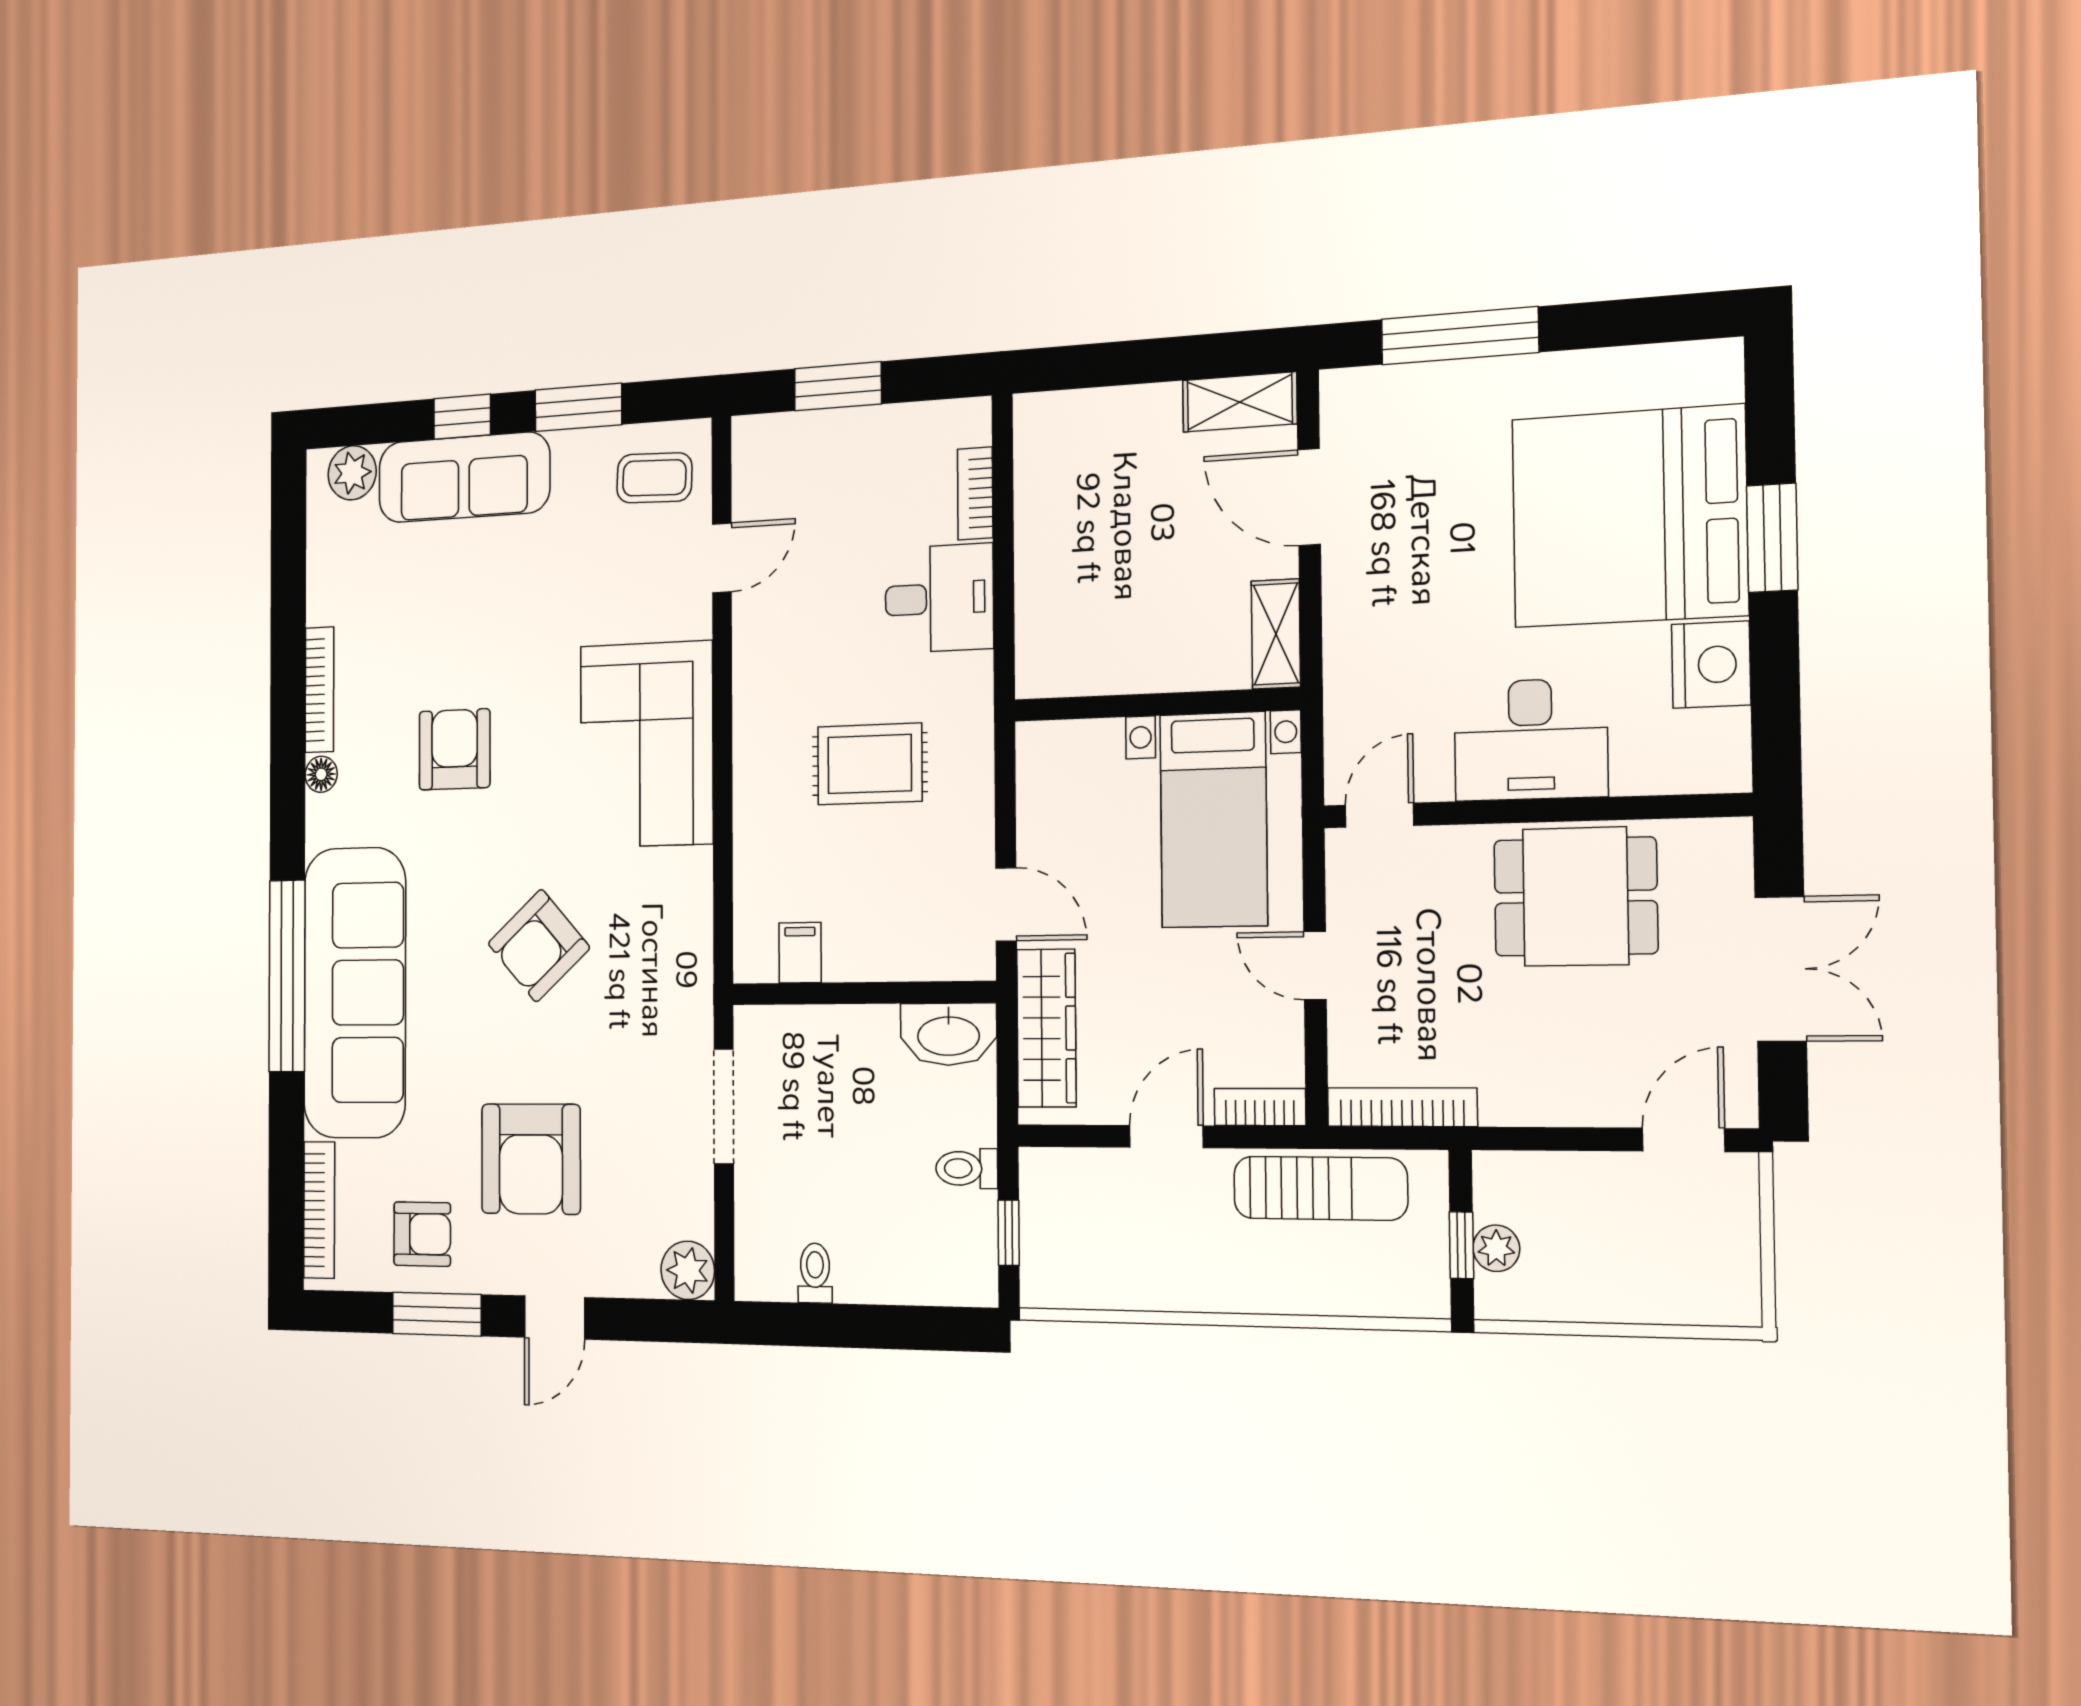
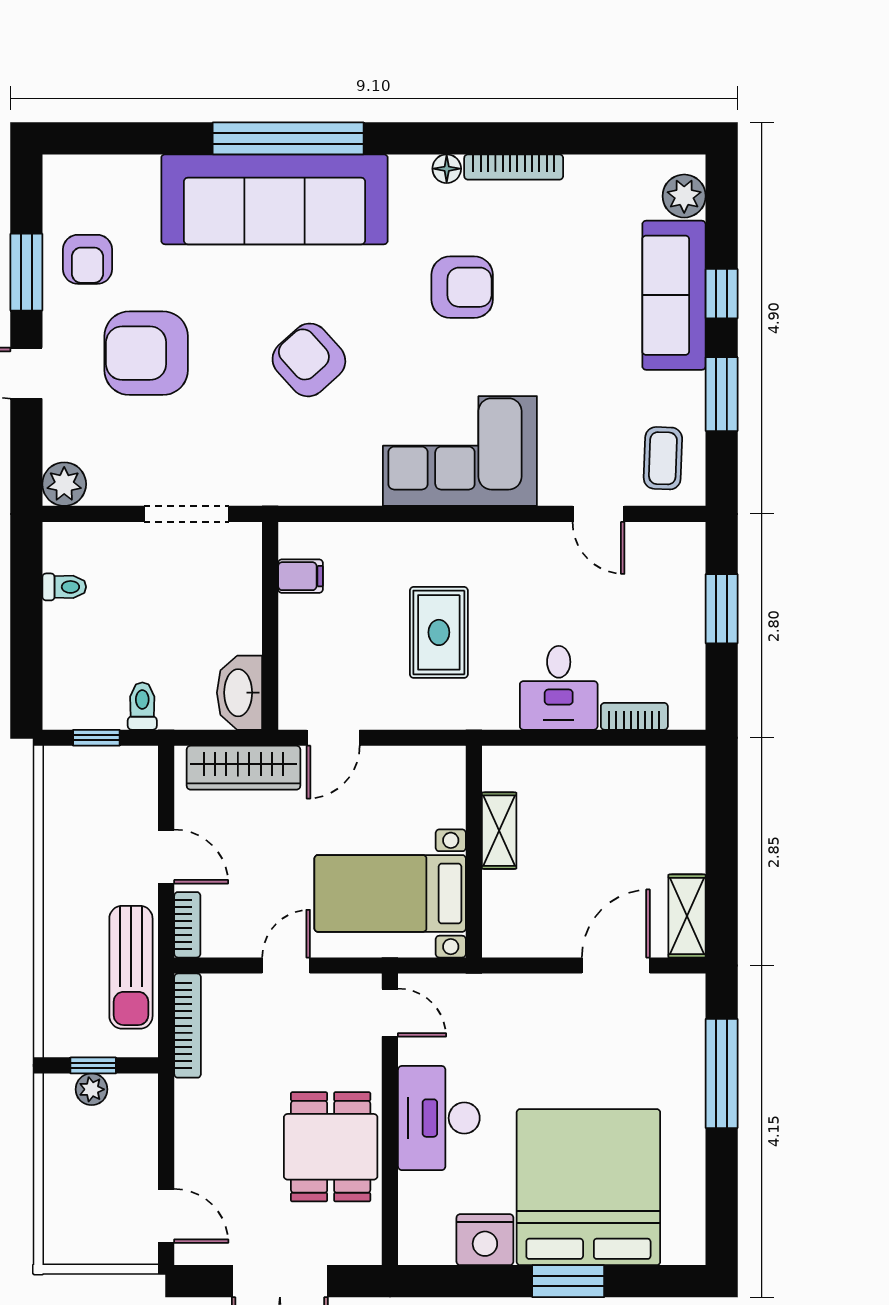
shelving: (1276, 634) -> (499, 831), moved, turned 90
bookcase: (319, 1210) -> (105, 168), removed

